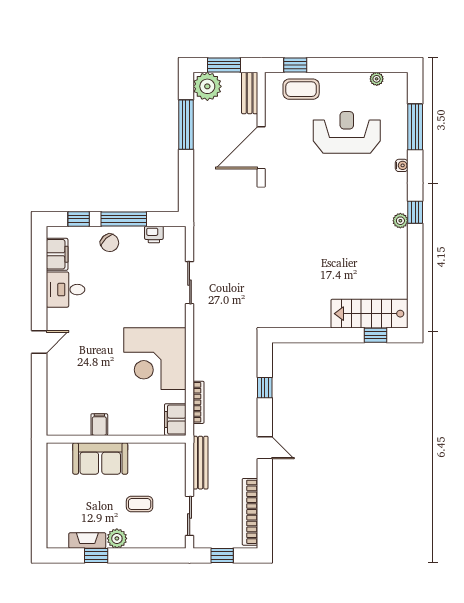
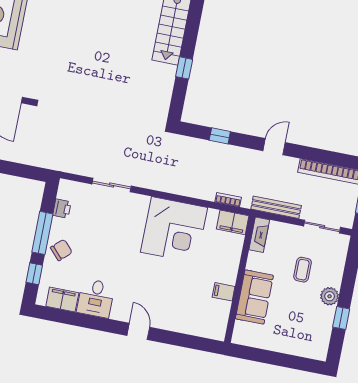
window: (376, 335) -> (184, 68), moved
bookcase: (199, 402) -> (228, 200), width x0.64
fireplace: (87, 540) -> (259, 235), moved, turned 180

